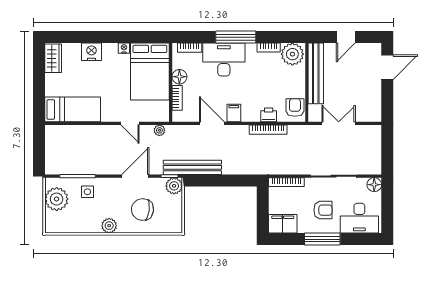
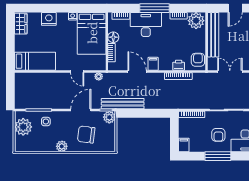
armchair: (323, 210) -> (218, 135), turned 90
filing cabinet: (283, 224) -> (184, 145), width x0.50

